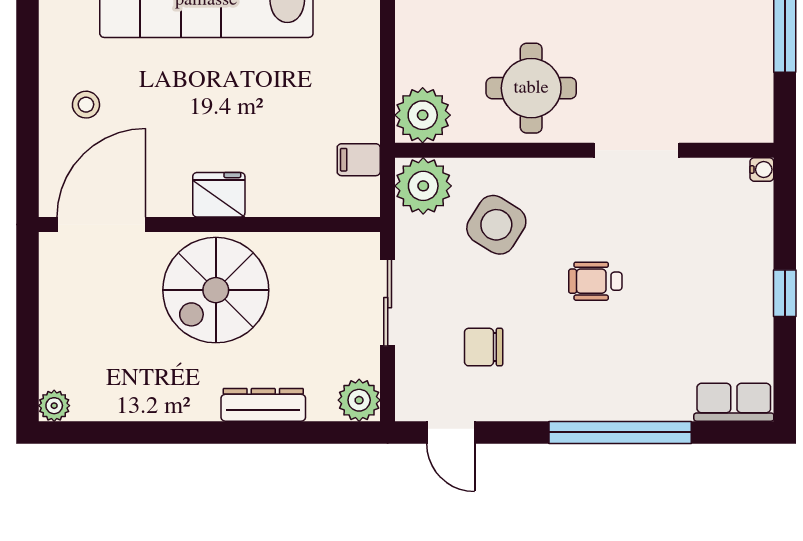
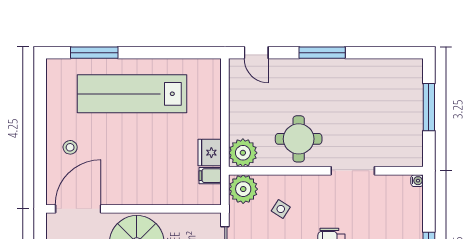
fridge: (219, 195) -> (210, 153), moved, turned -90
side table: (496, 225) -> (281, 209), width x0.54, depth x0.54

